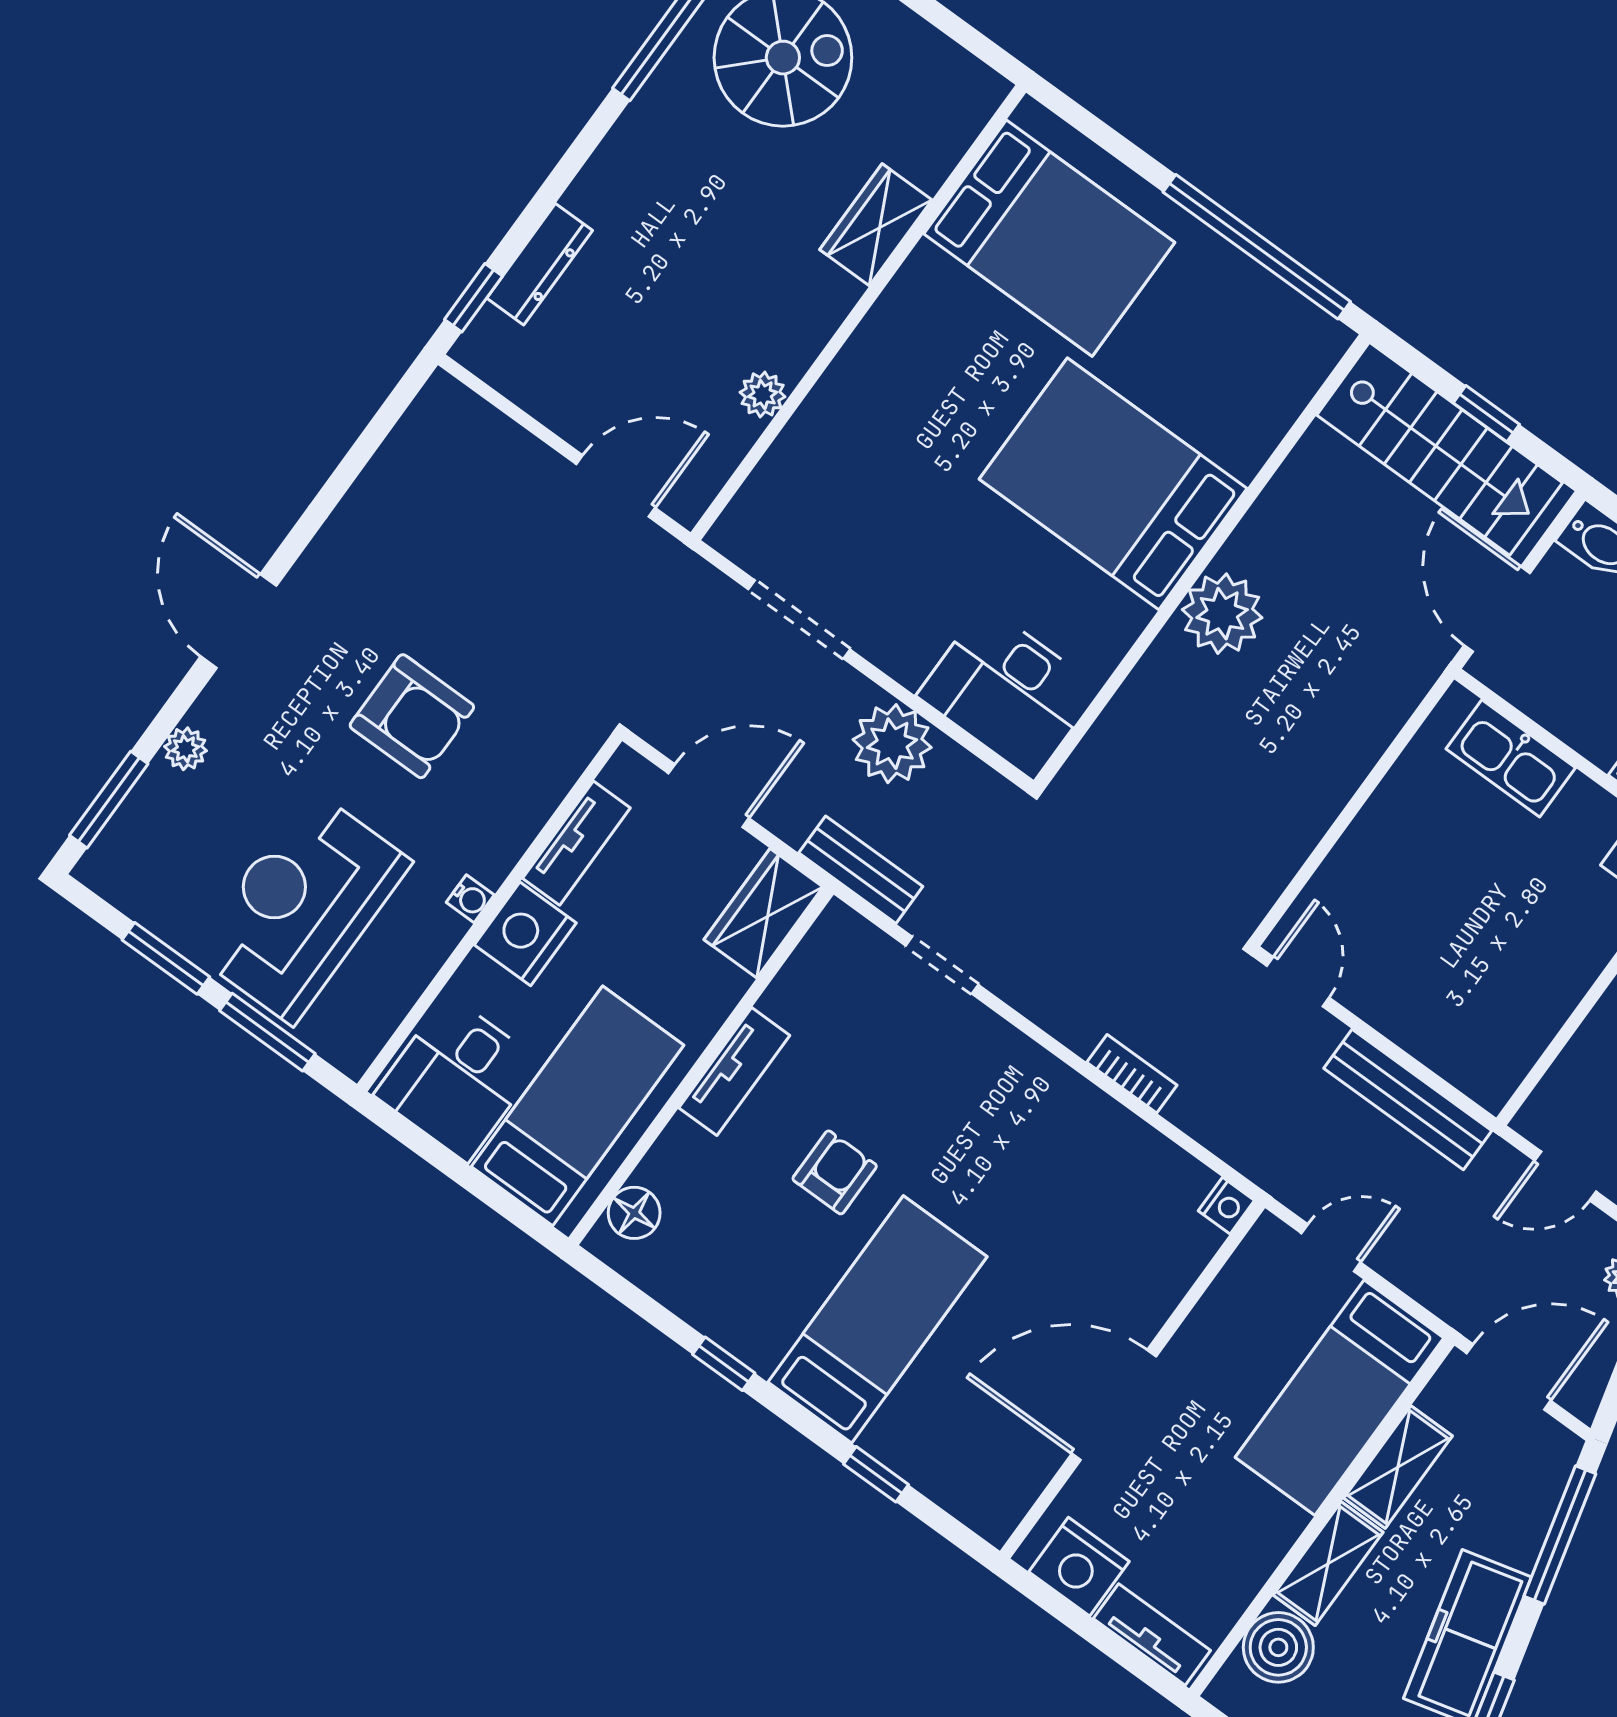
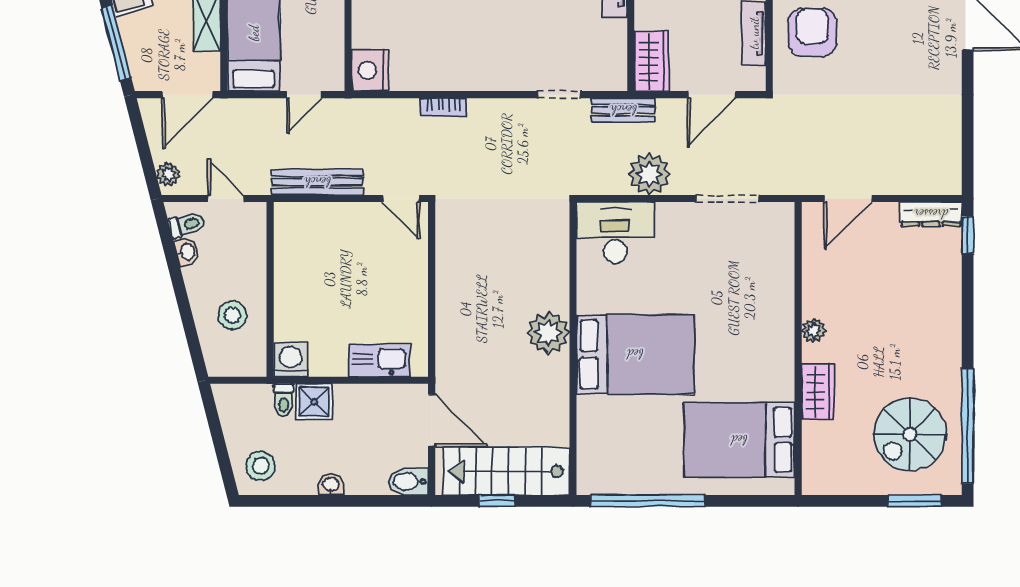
dresser: (540, 264) -> (931, 214), moved, turned -90
plant: (763, 394) -> (814, 331), moved
armchair: (412, 716) -> (812, 32), moved, turned 90
door: (1565, 1176) -> (226, 198), hinge flipped
nightstand: (1226, 1206) -> (370, 70), width x1.89, depth x1.79

